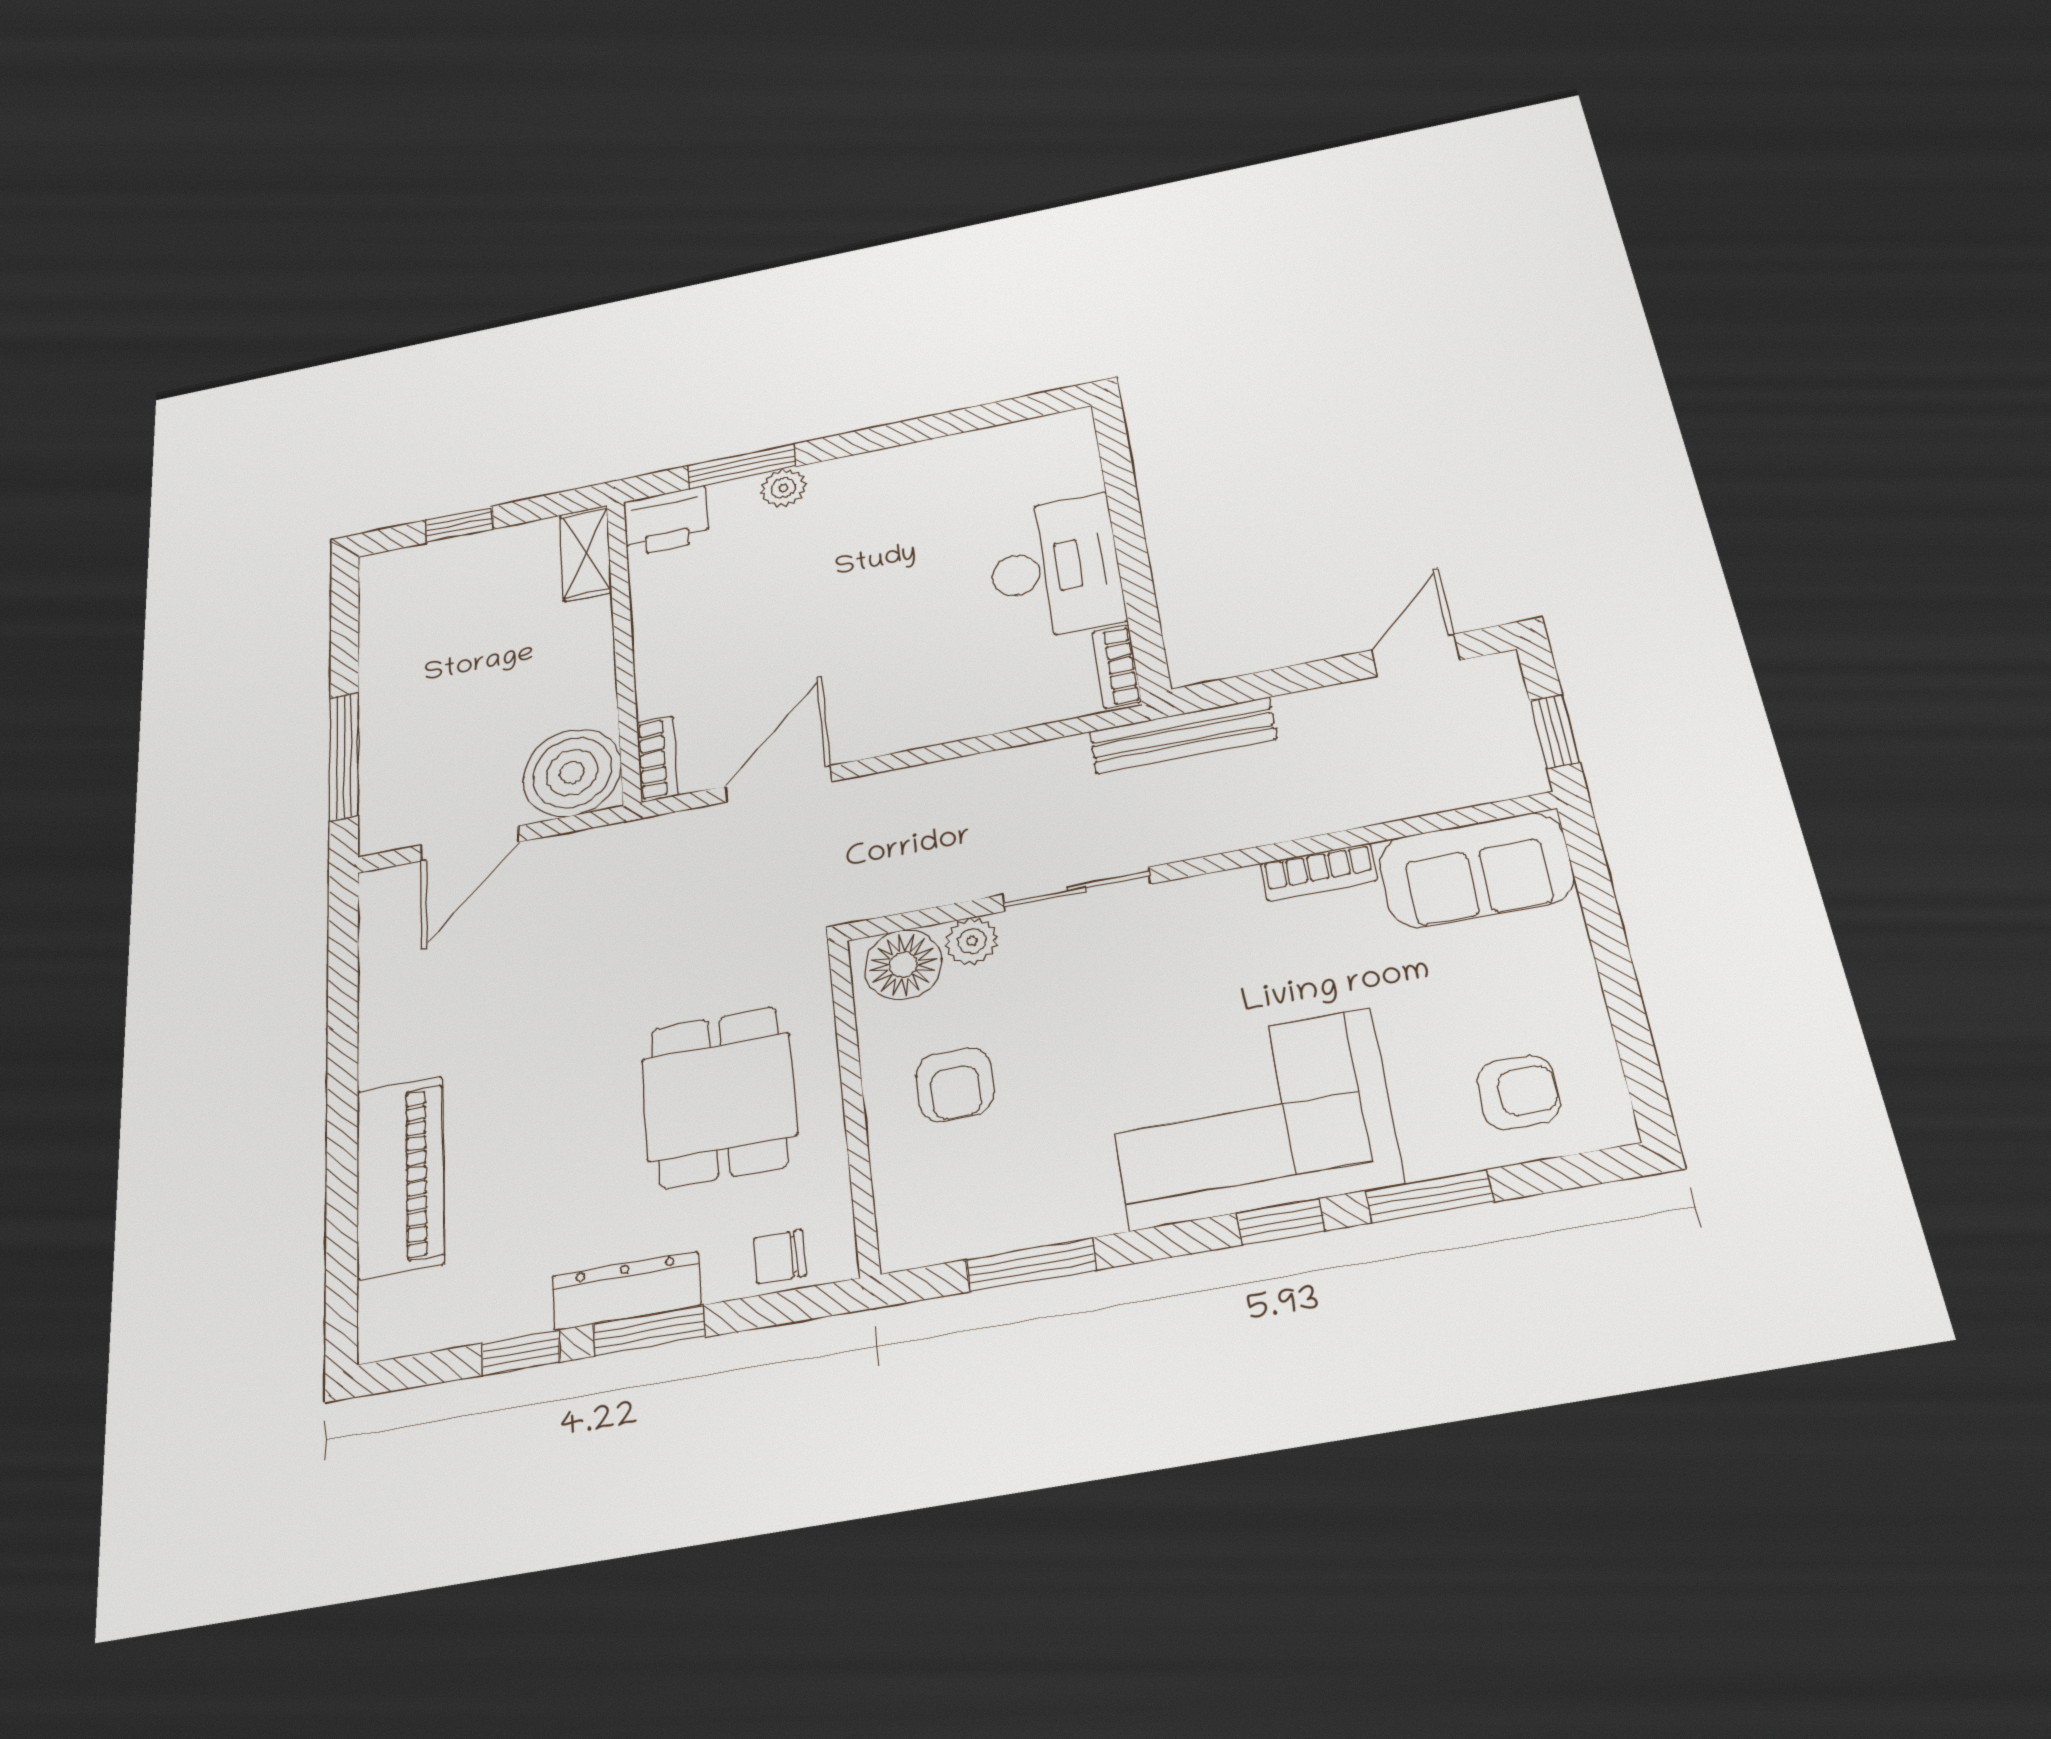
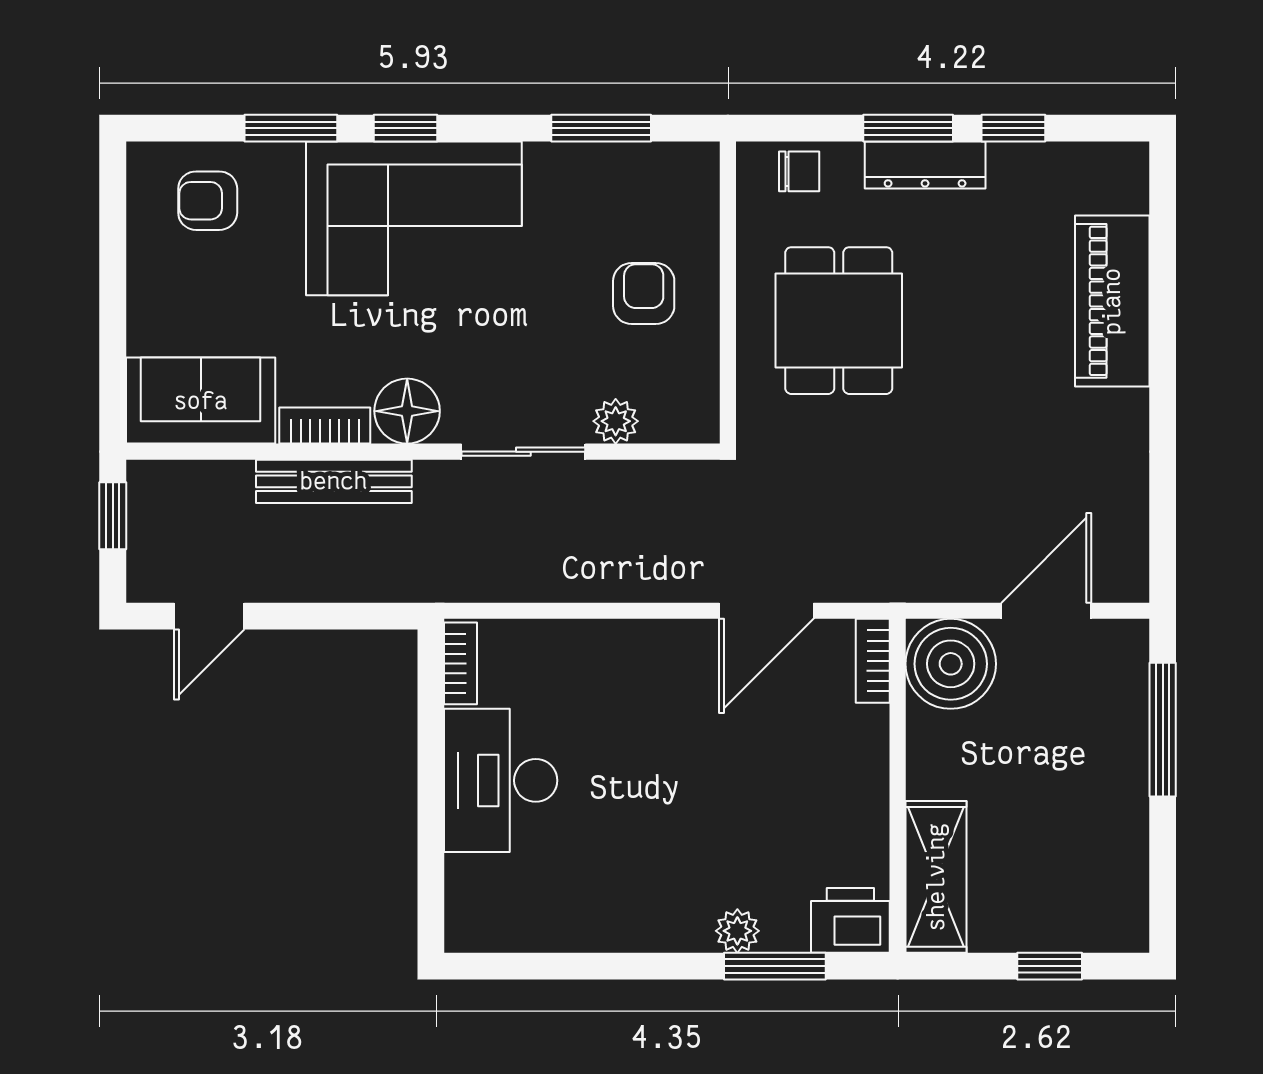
shelving: (586, 553) -> (936, 877), width x1.50, depth x1.33
bench: (1183, 735) -> (334, 481), moved
floor lamp: (903, 965) -> (407, 411), moved

